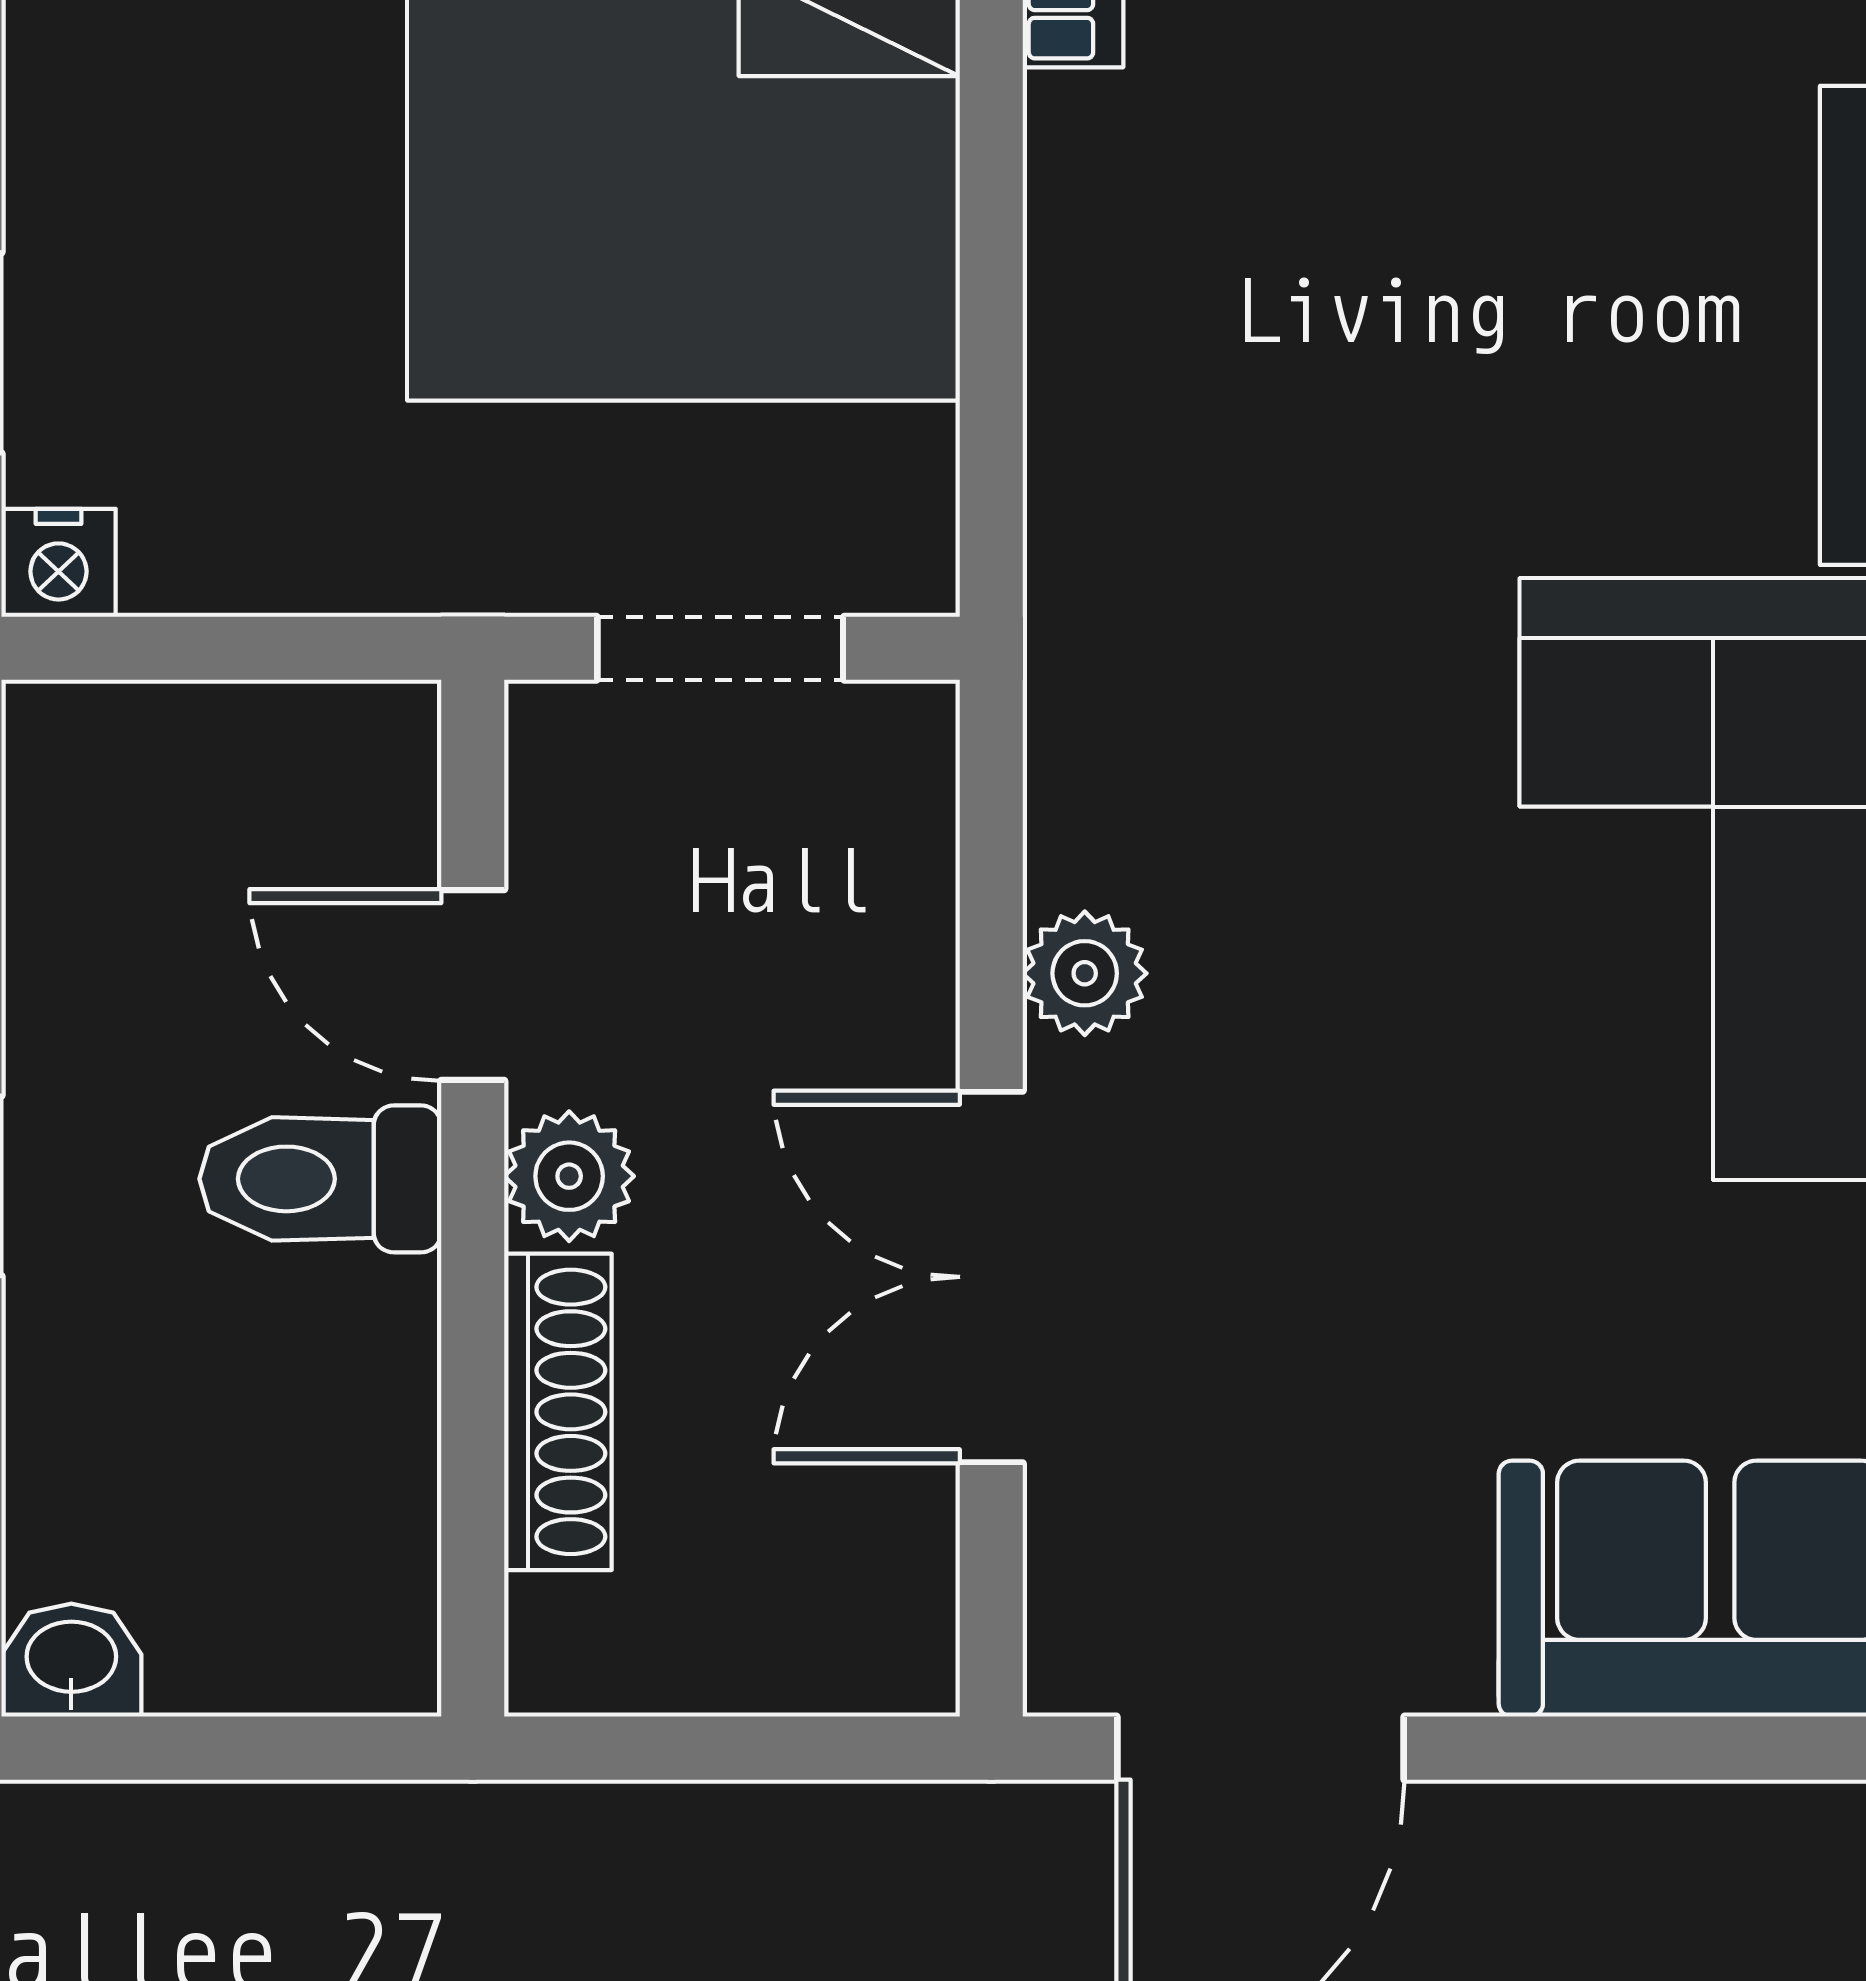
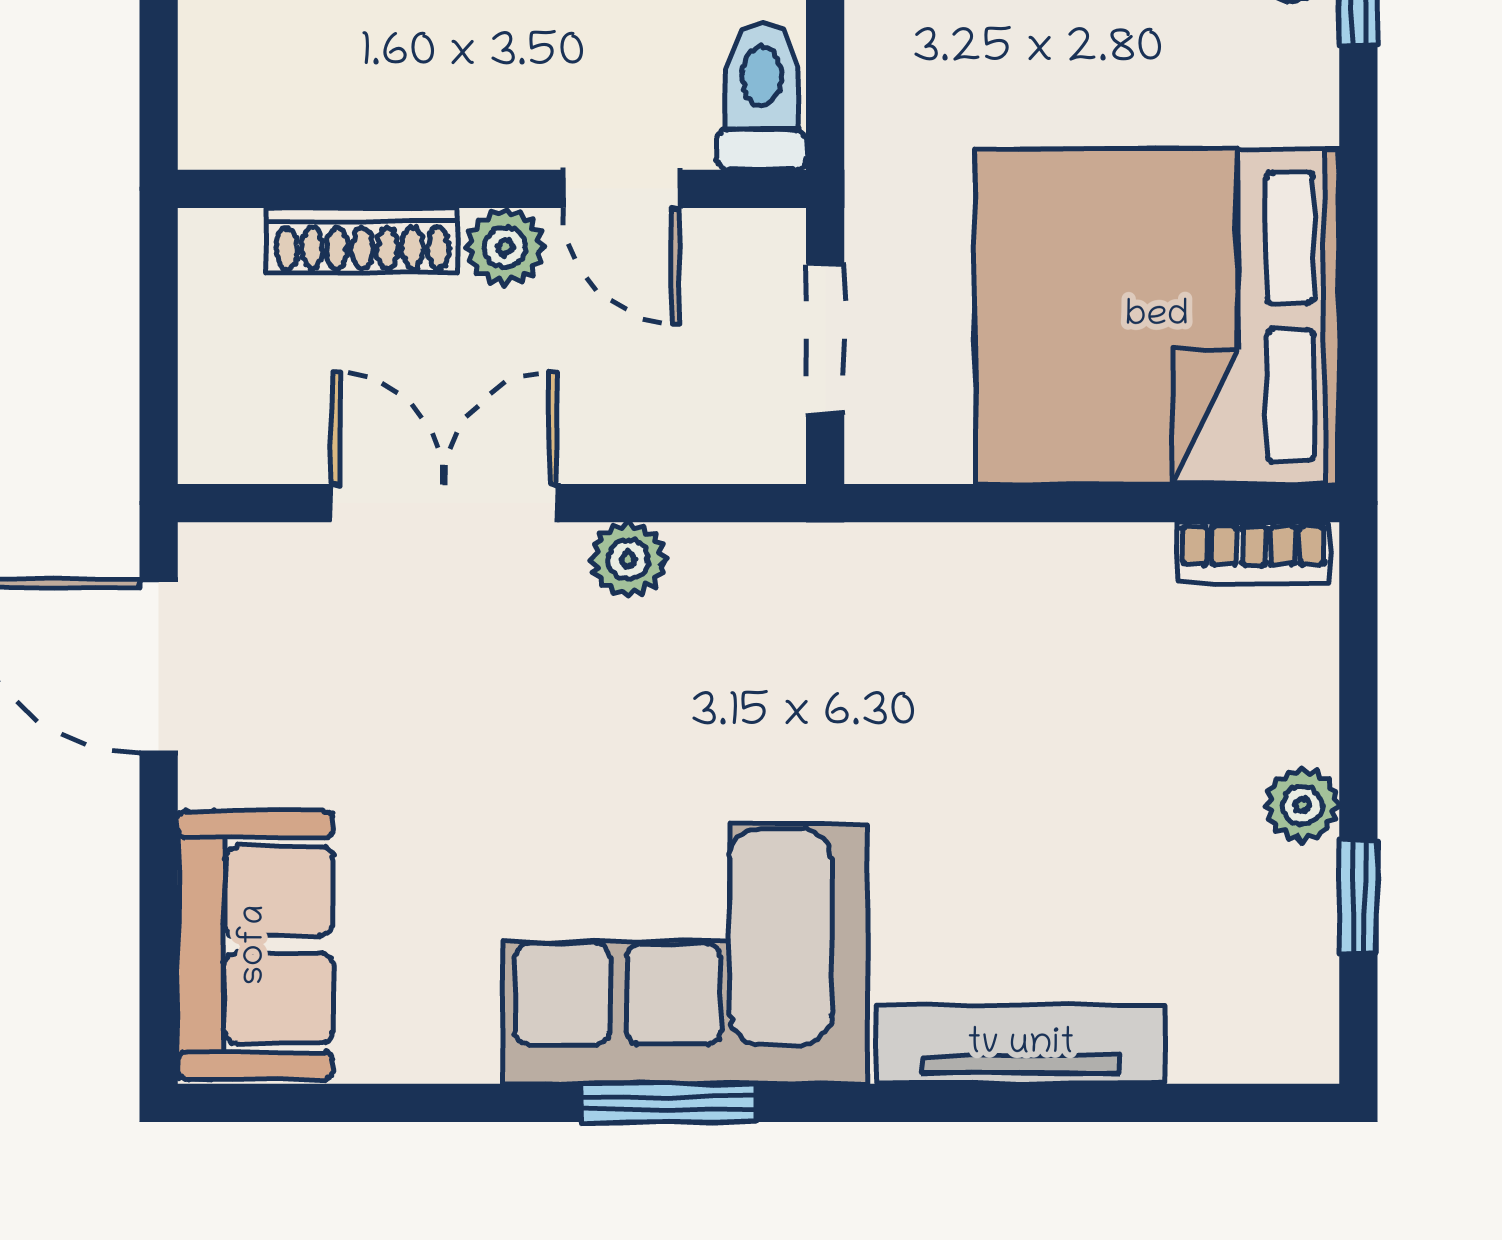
door: (473, 985) -> (621, 189), swing flipped
toilet: (320, 1179) -> (762, 96), moved

